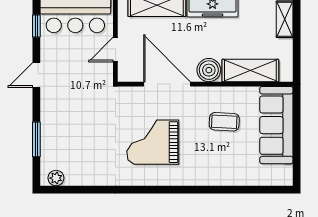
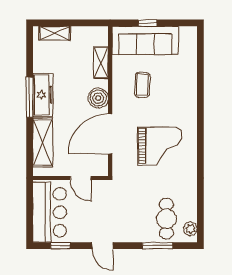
shelving: (250, 71) -> (101, 63), width x0.67, depth x0.75
window: (297, 128) -> (148, 23), added
grand piano: (153, 142) -> (160, 146), turned -90
cafe table: (68, 150) -> (166, 219), added

